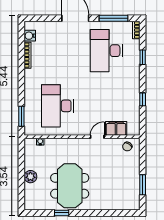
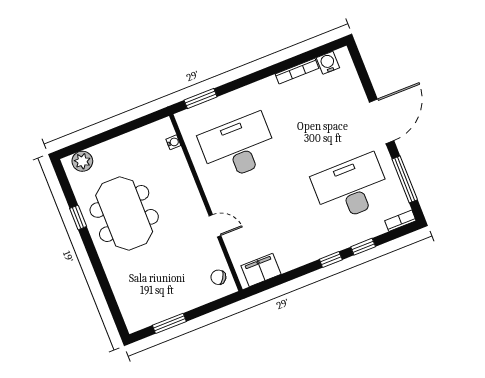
window: (143, 99) -> (331, 259), moved
filing cabinet: (116, 128) -> (261, 270), moved, turned -90
plant: (30, 177) -> (82, 161), moved
meeting table: (70, 186) -> (124, 213), turned 90

